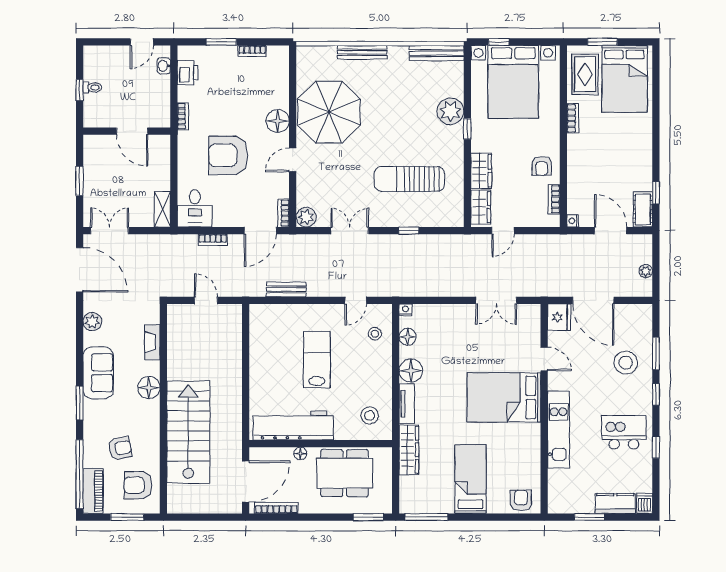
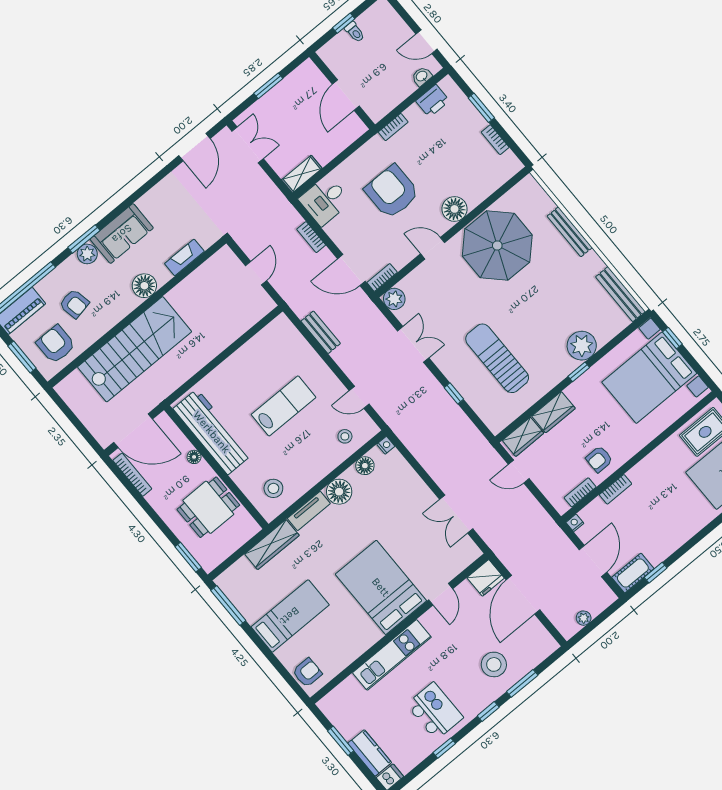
bookcase: (573, 118) -> (615, 489), moved
door: (80, 270) -> (194, 147), width x0.73
plant: (92, 322) -> (87, 254), moved
dining table: (345, 473) -> (208, 507), width x0.73

